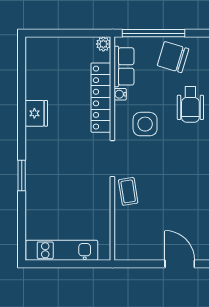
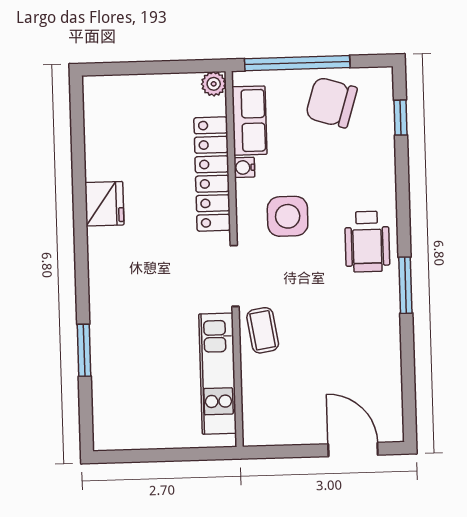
wheelchair: (190, 104) -> (367, 242), moved
window: (22, 176) -> (84, 350), moved
kitchen unit: (62, 250) -> (218, 374), moved, turned -90

